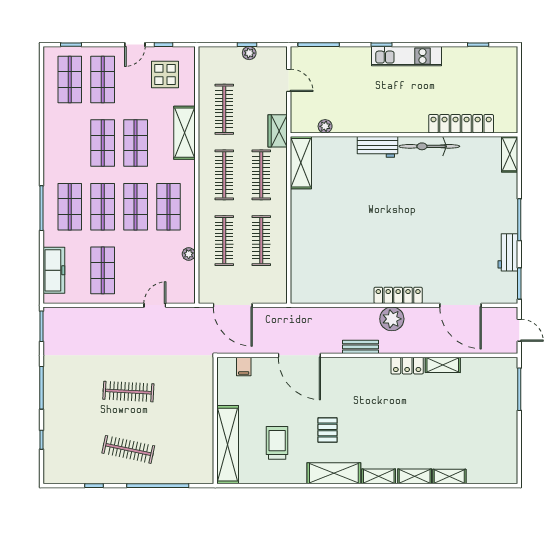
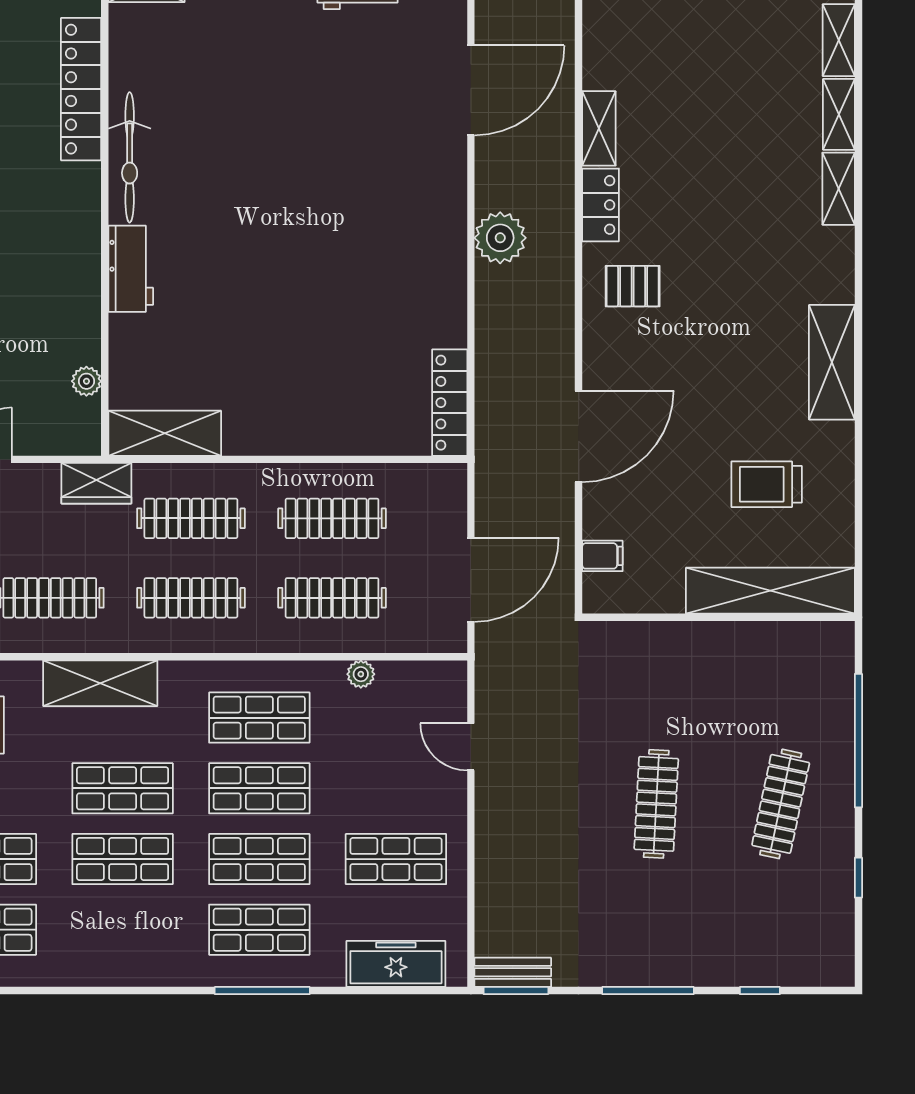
locker: (398, 295) -> (450, 403), moved
bench: (360, 347) -> (513, 972), moved, turned 90
pallet: (328, 430) -> (633, 286), moved
shelving: (379, 476) -> (839, 40), moved

